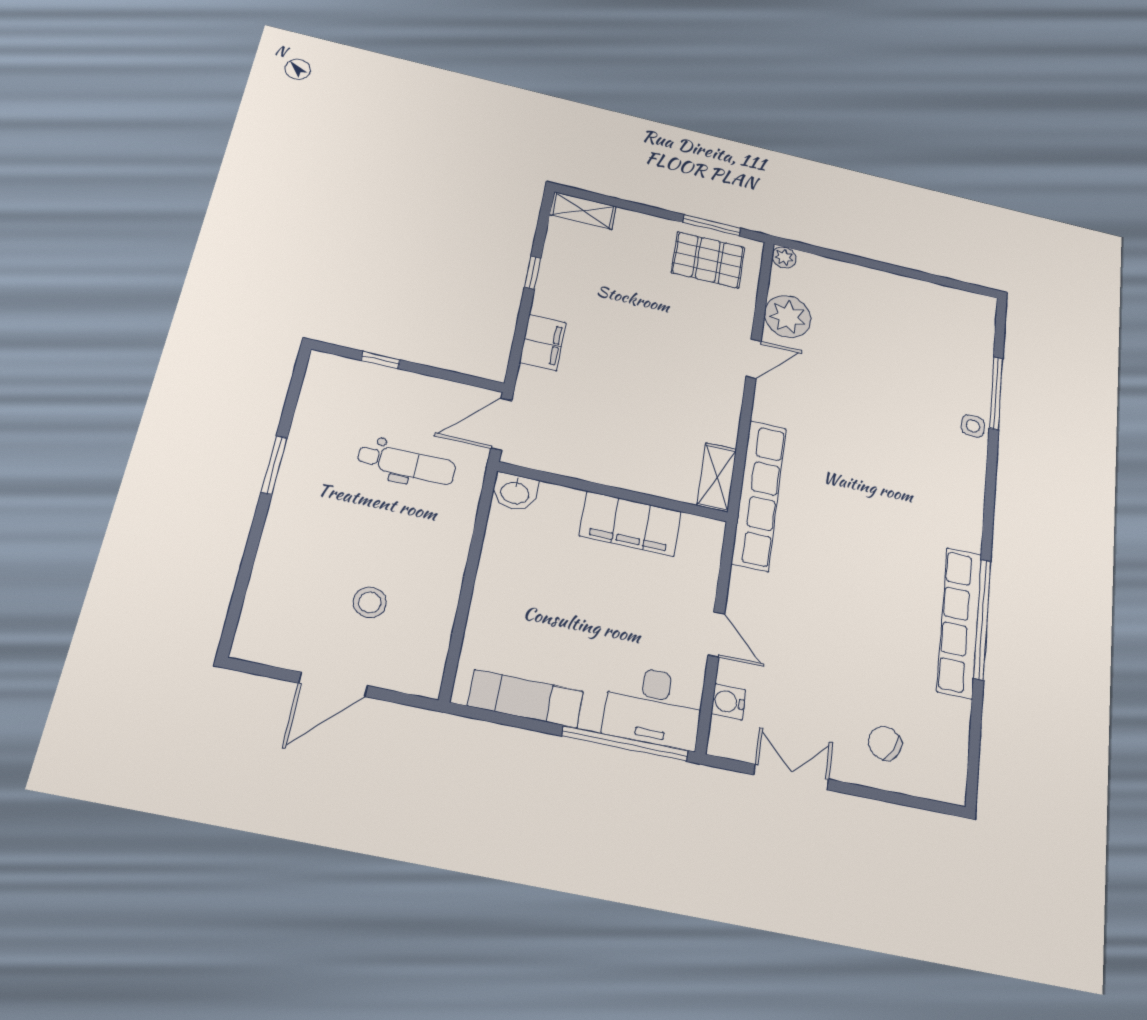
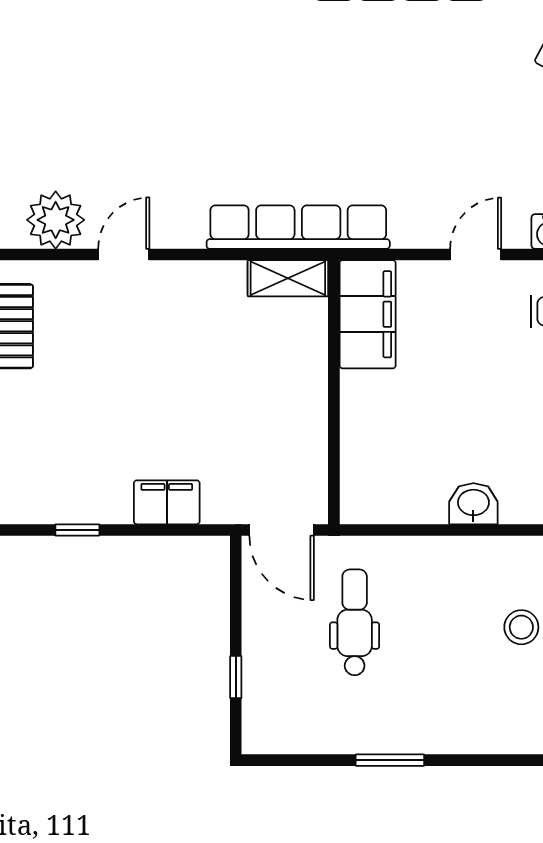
door: (754, 359) -> (124, 254), hinge flipped
washbasin: (515, 492) -> (473, 504), moved, turned -90
filing cabinet: (630, 524) -> (368, 314), moved

